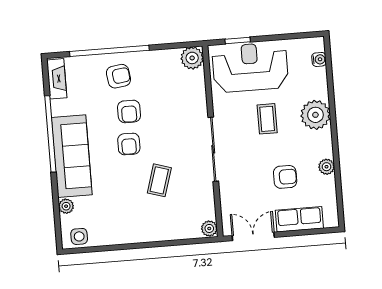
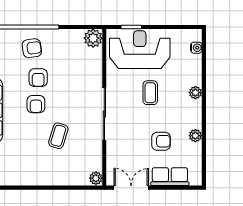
plant: (315, 115) -> (195, 93), width x0.53, depth x0.53

